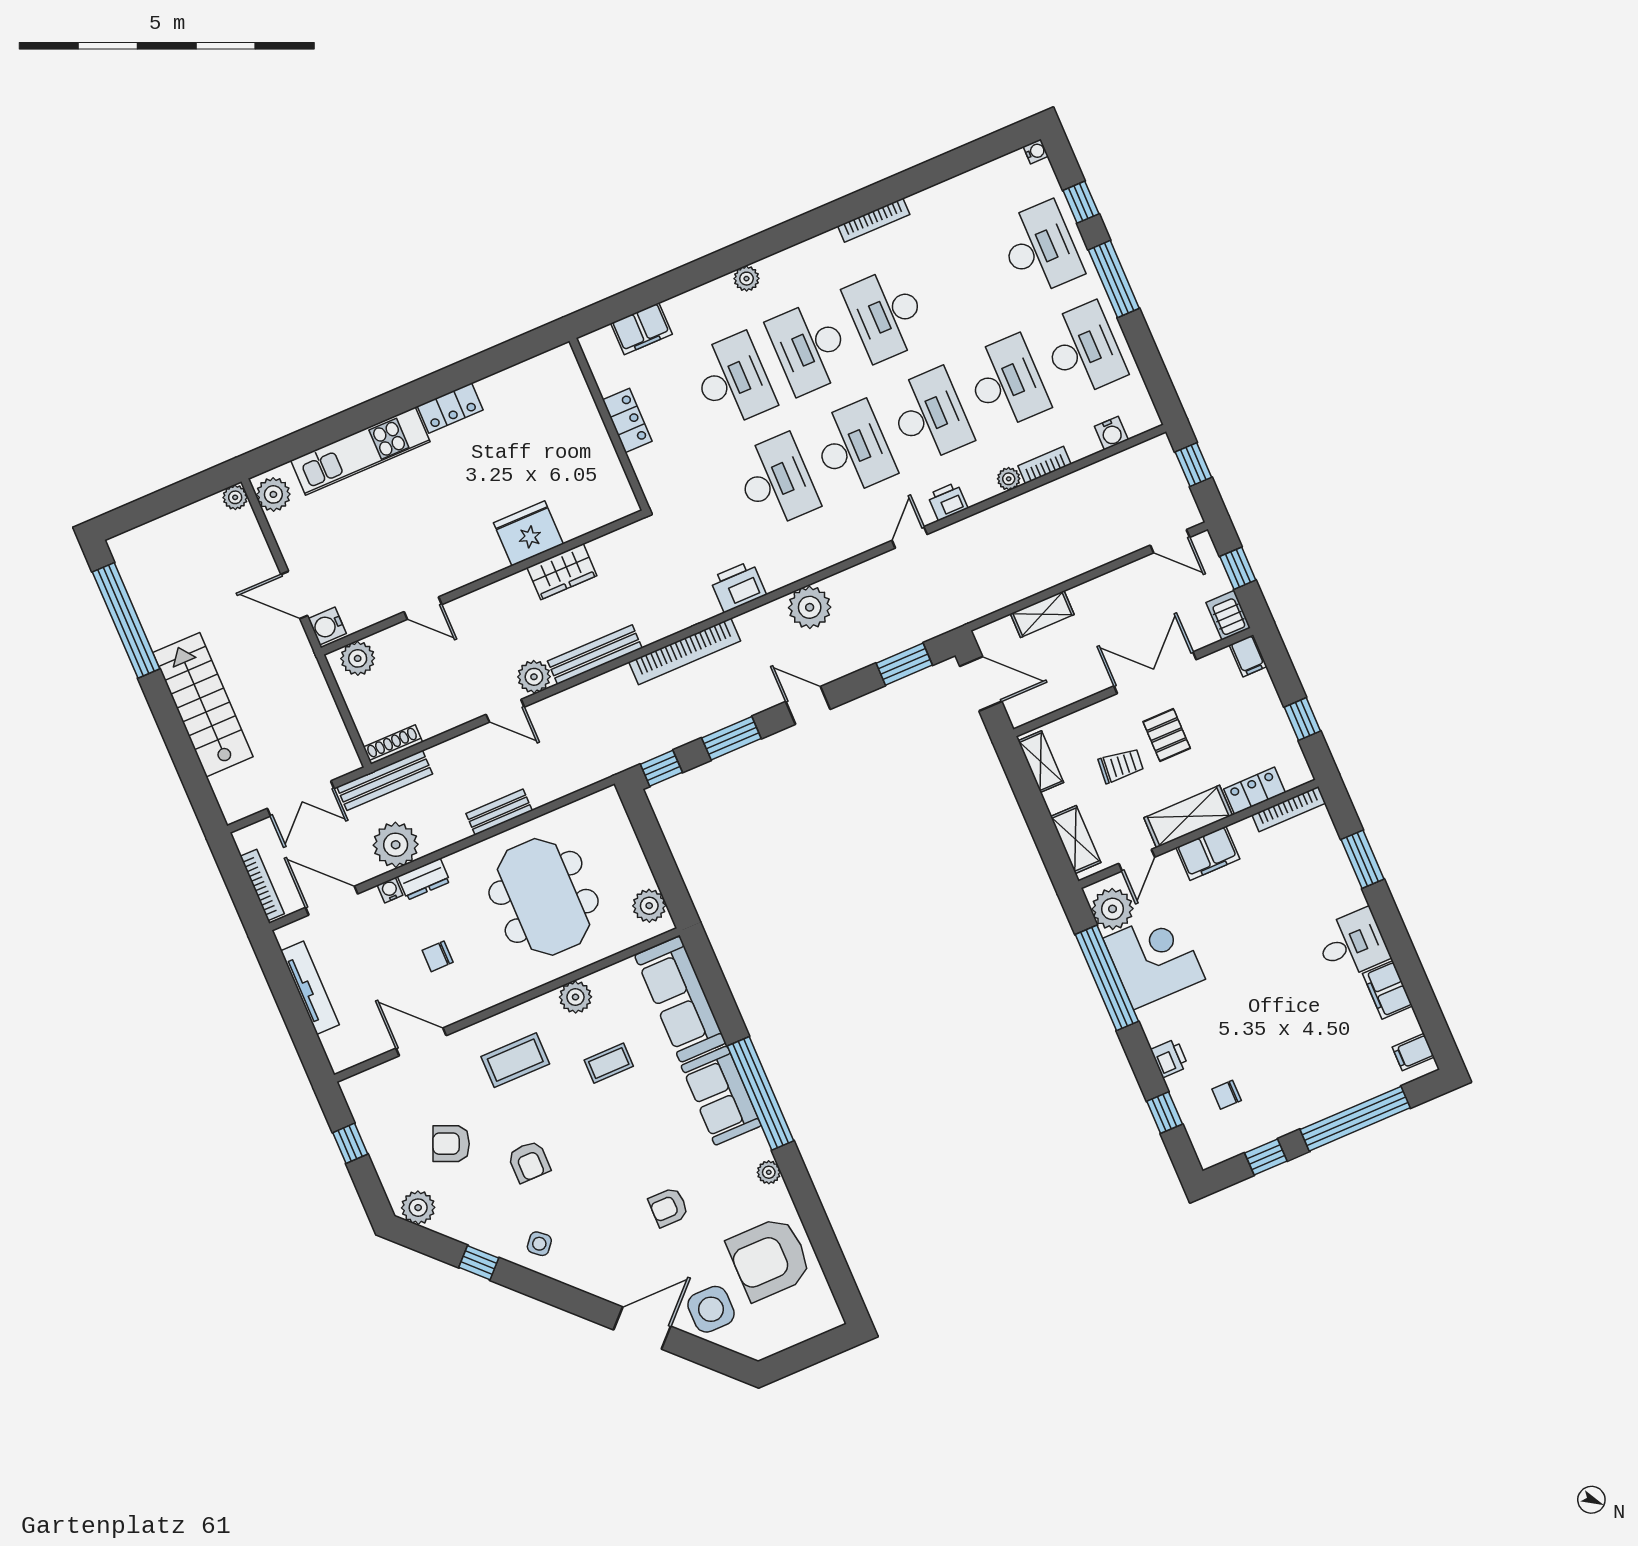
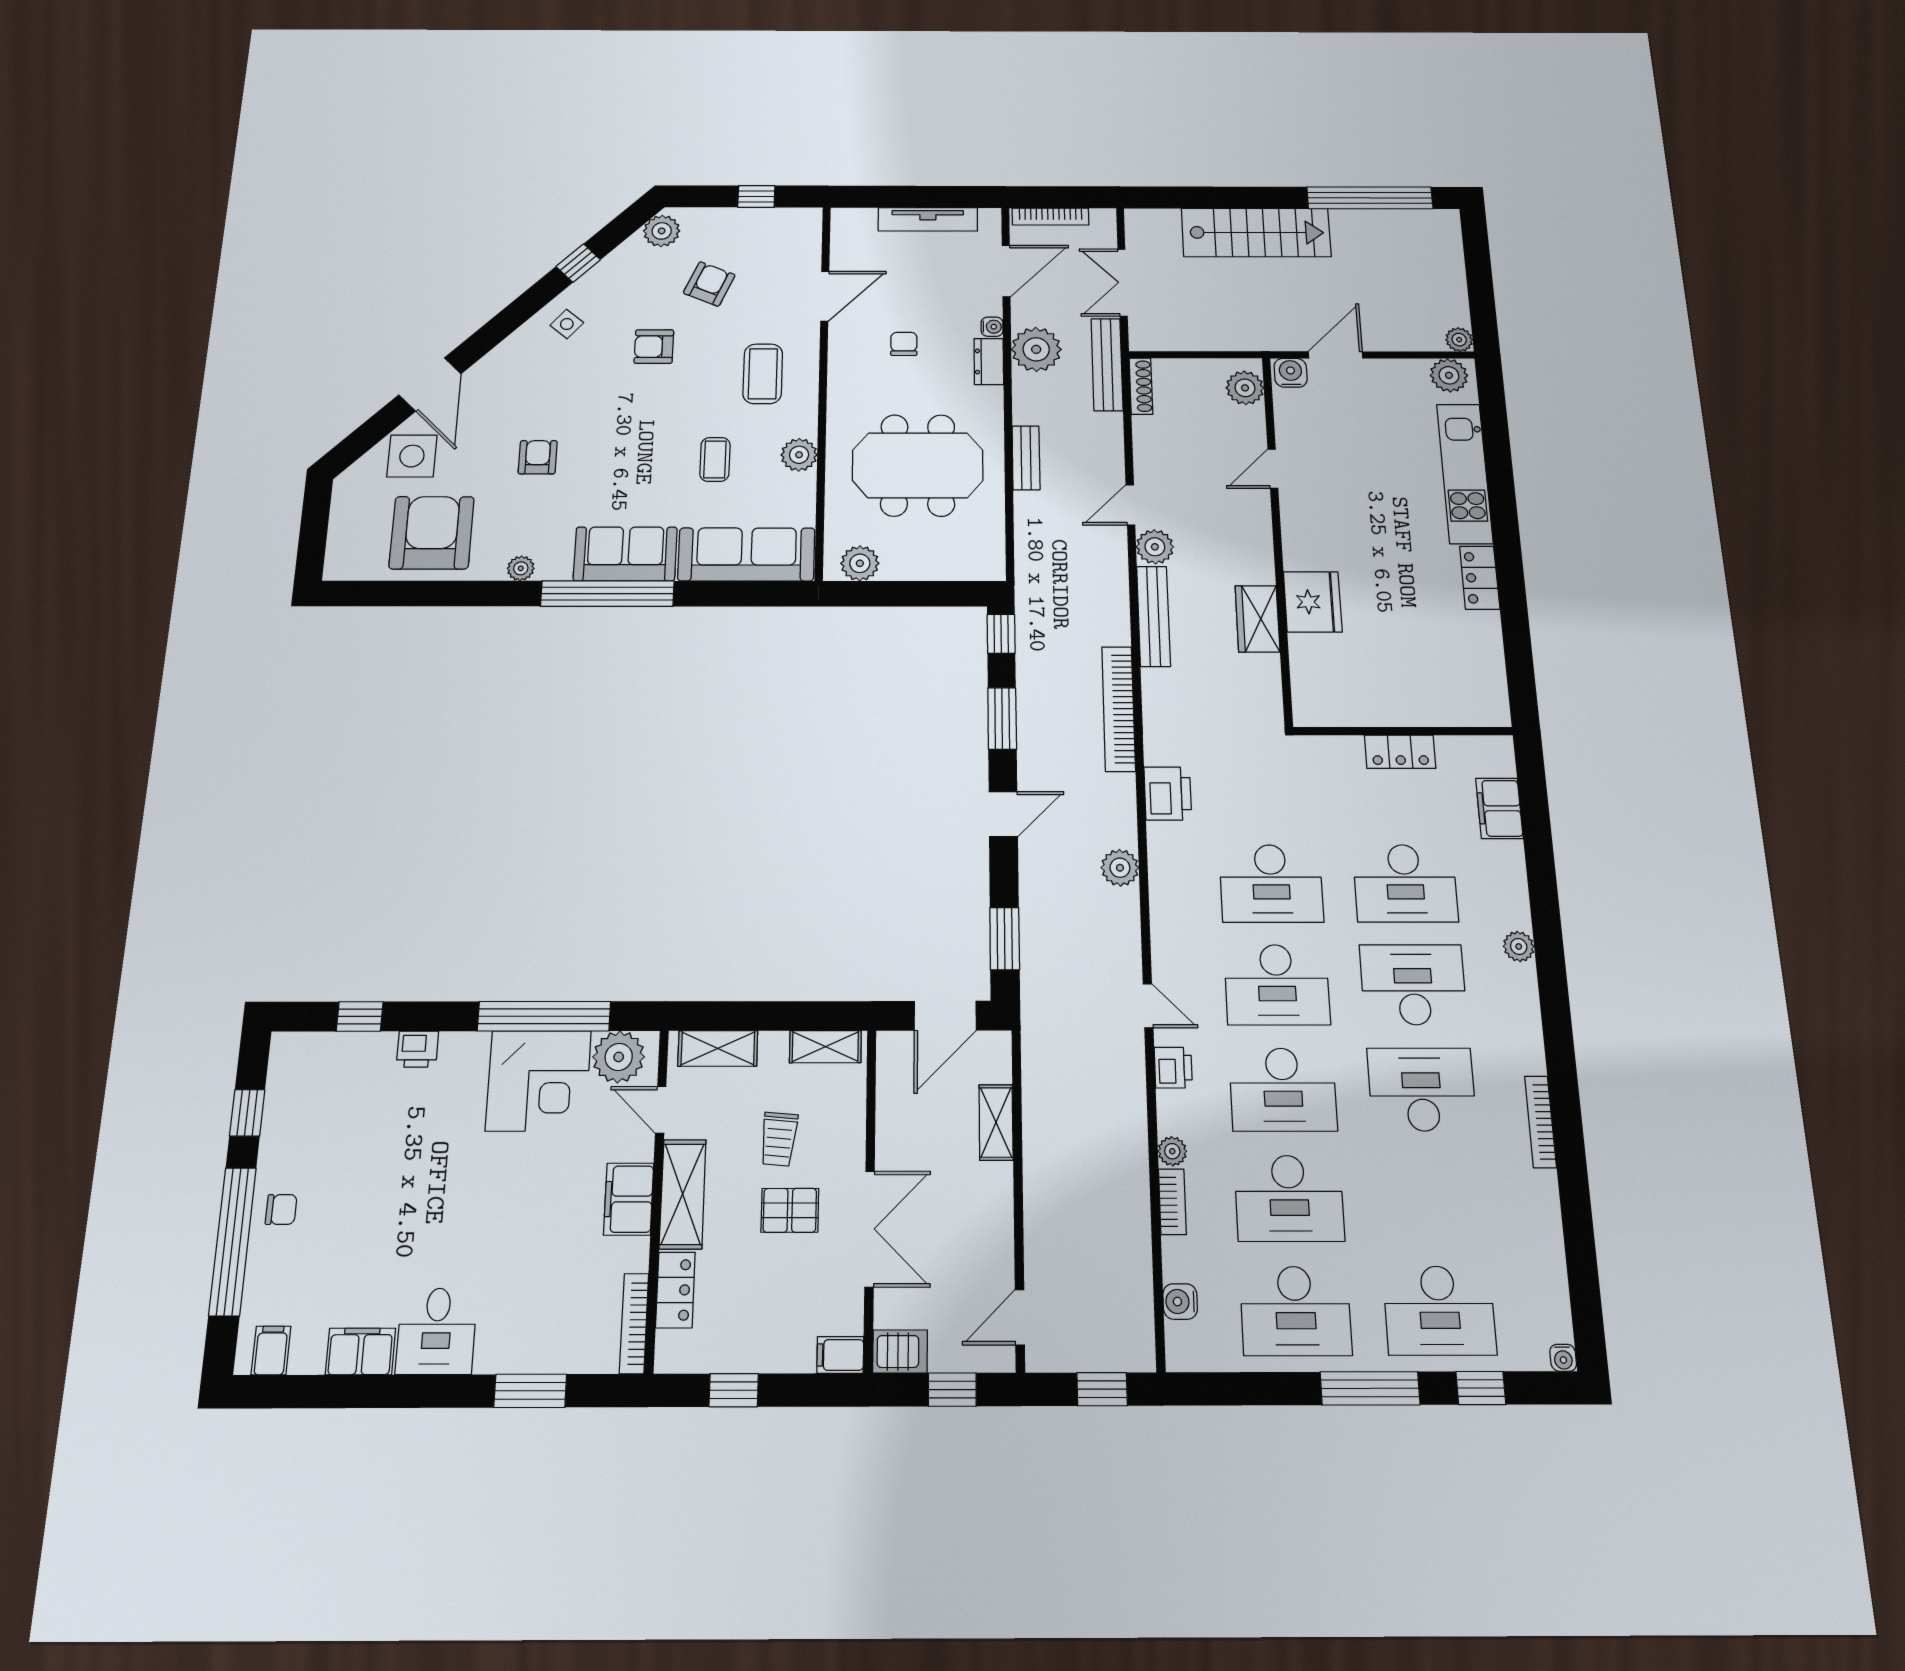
plant: (810, 607) -> (1120, 868), width x0.73, depth x0.73
chair: (1227, 1095) -> (281, 1209), moved, turned 90

